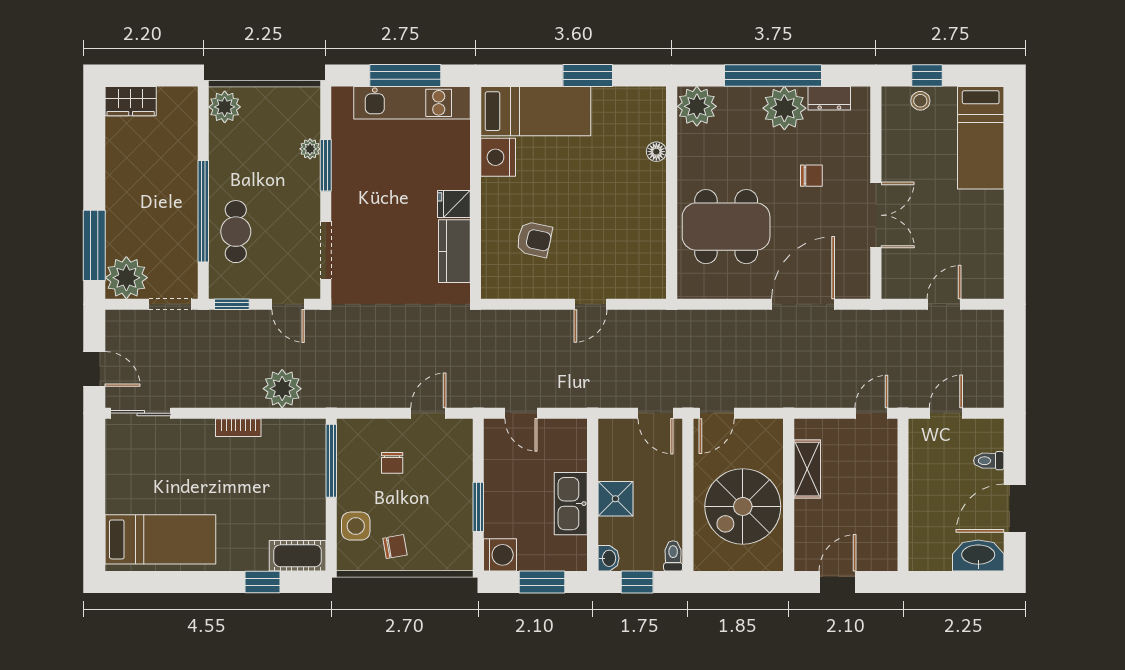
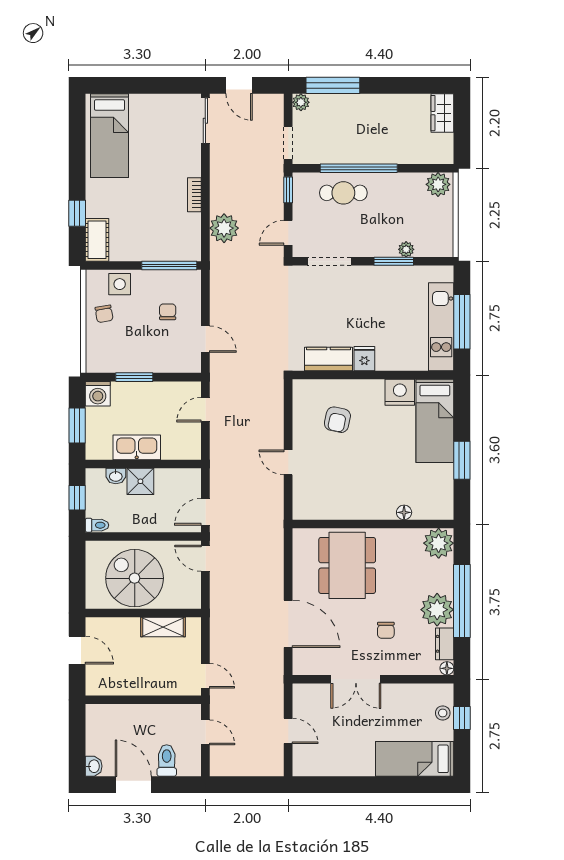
floor lamp: (861, 95) -> (447, 668), added
plant: (126, 278) -> (301, 102), width x0.53, depth x0.53
door: (94, 369) -> (239, 85), hinge flipped
toilet: (989, 461) -> (167, 760), width x1.37, depth x1.39
chair: (392, 463) -> (168, 312), turned 90
washbasin: (978, 555) -> (94, 766), width x0.52, depth x0.69
washbasin: (608, 558) -> (116, 476), moved

